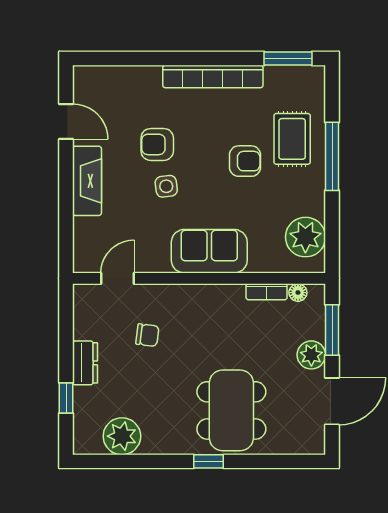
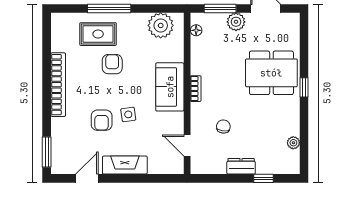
window: (288, 59) -> (47, 152), moved
bookcase: (267, 292) -> (196, 89), moved
plant: (122, 436) -> (293, 143), width x0.53, depth x0.53

